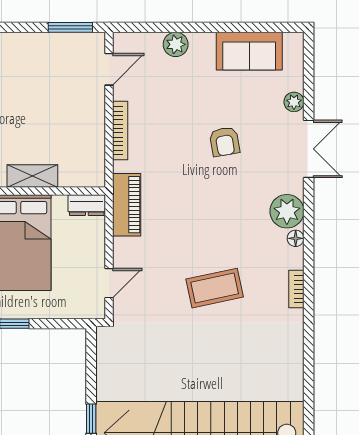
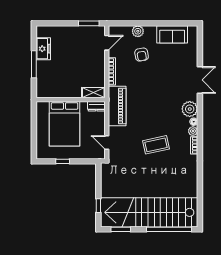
plant: (294, 102) -> (193, 131), moved
armchair: (225, 142) -> (142, 55), moved
shelving: (32, 176) -> (93, 93), moved
piano: (127, 205) -> (117, 106), width x1.37, depth x1.33
door: (109, 283) -> (107, 143), swing flipped

